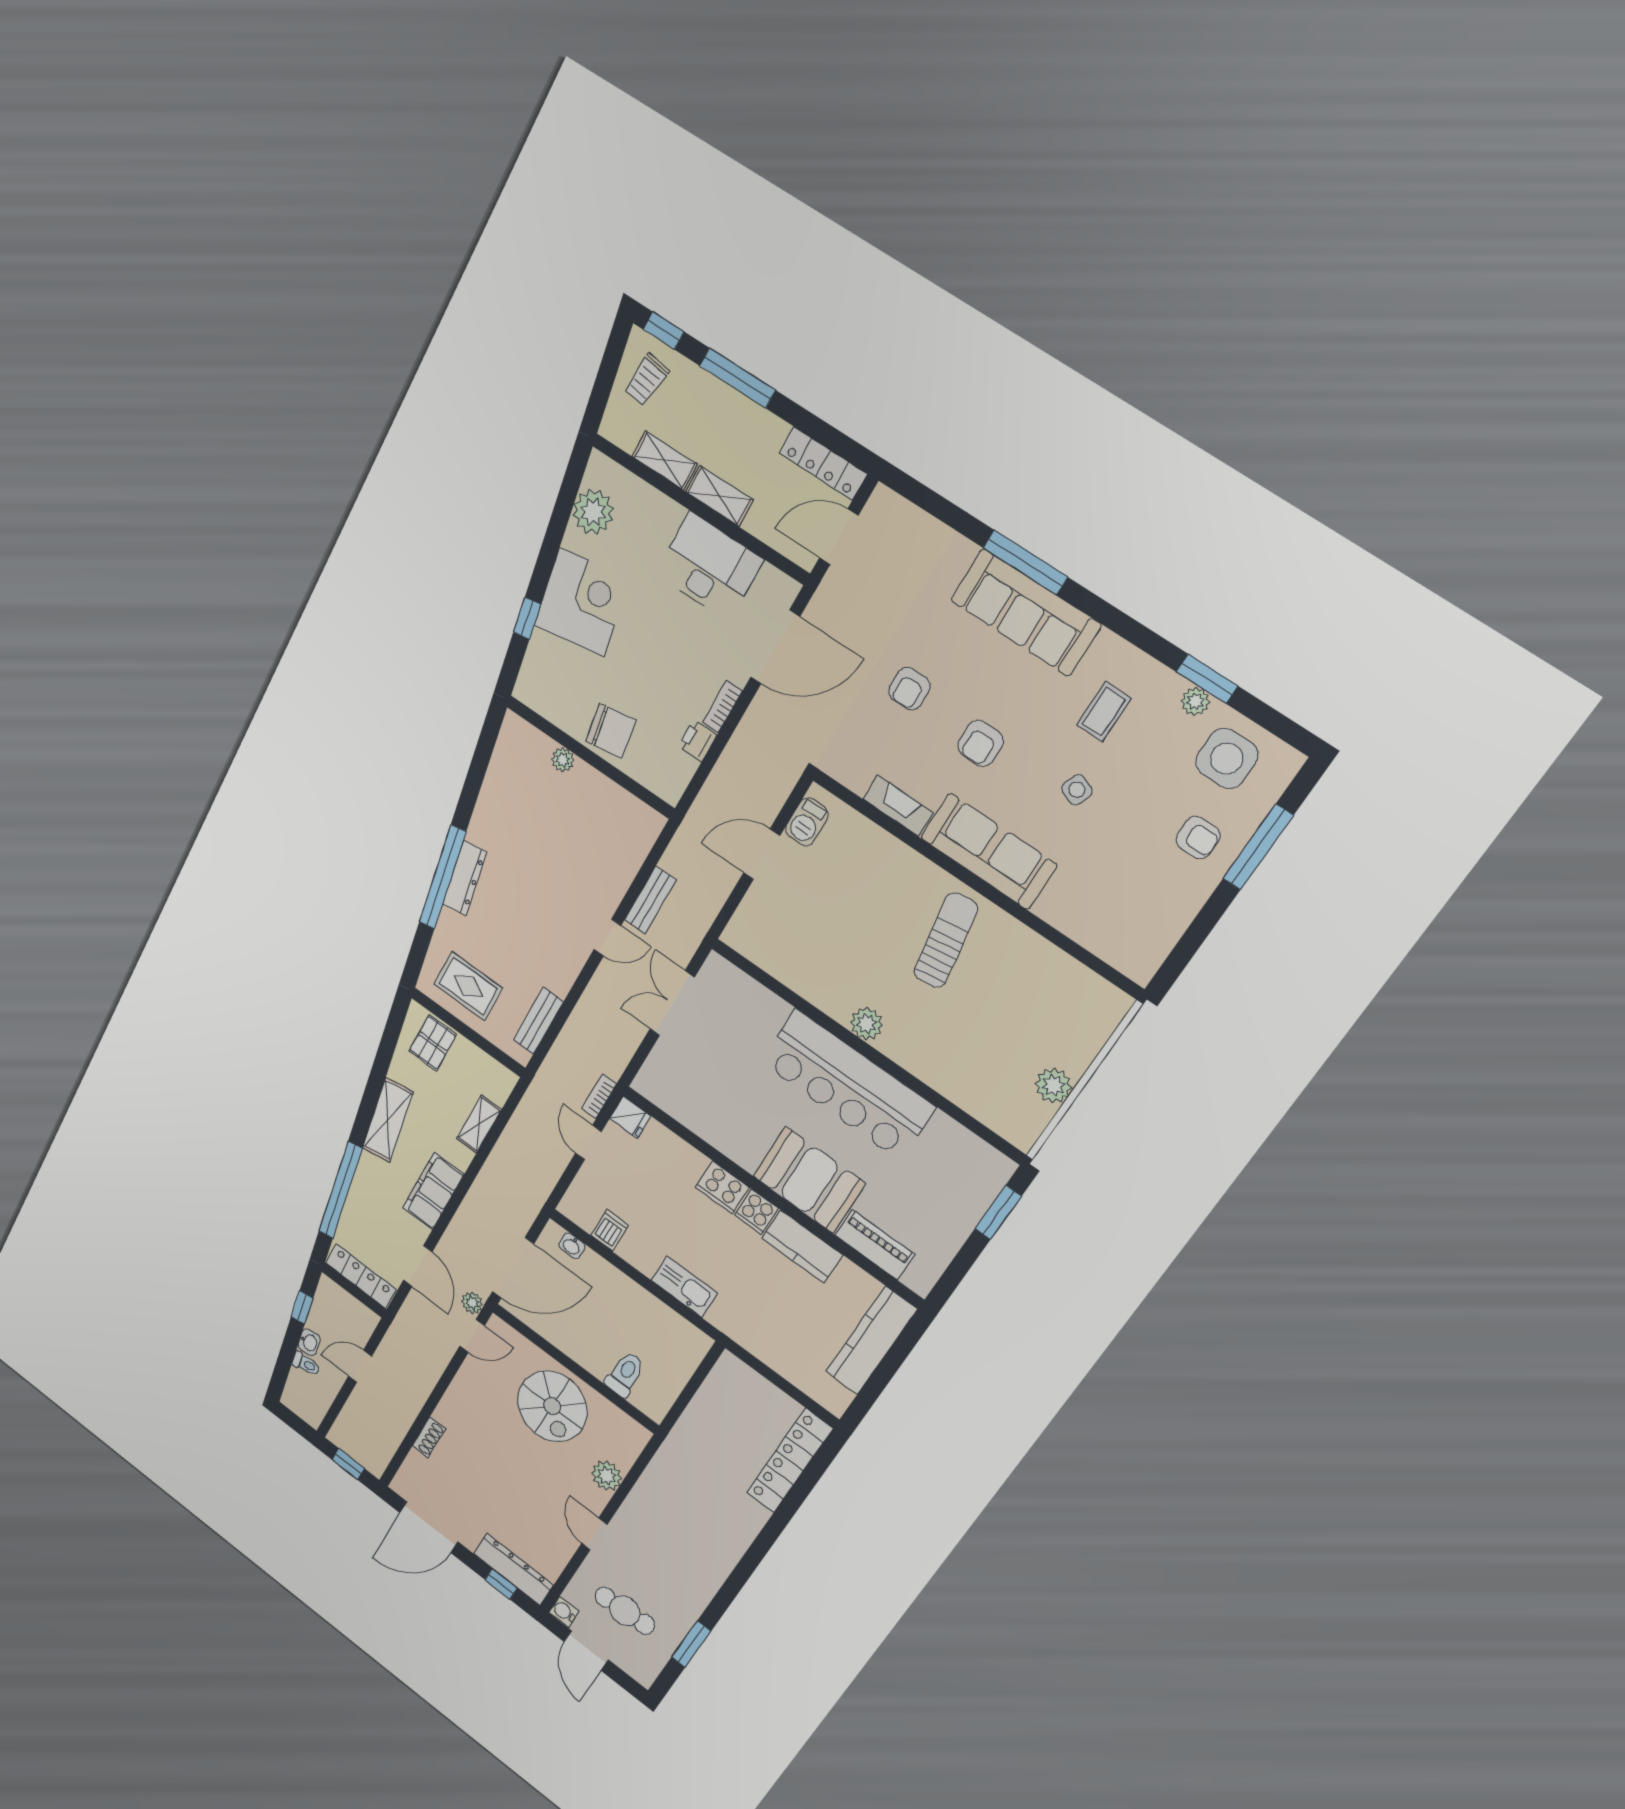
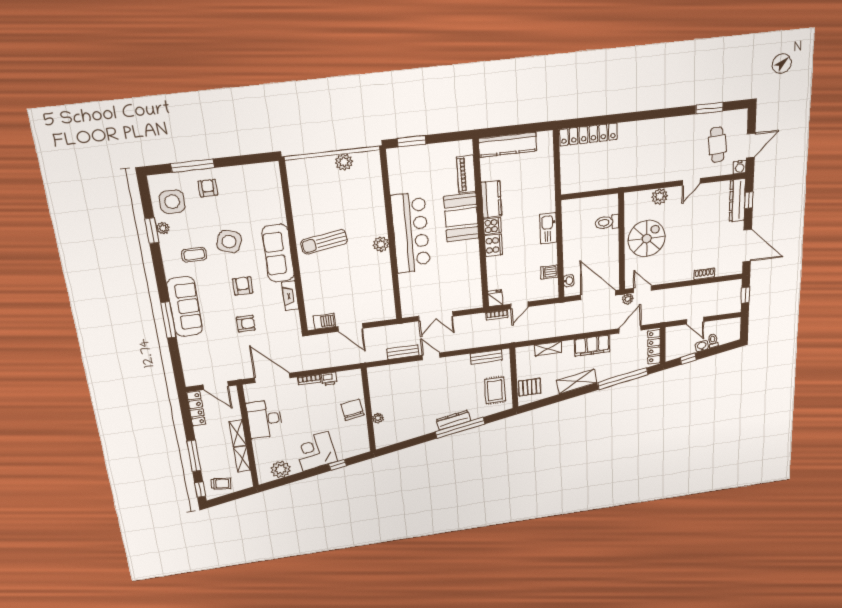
armchair: (981, 743) -> (243, 286), turned -90
side table: (1077, 790) -> (229, 242), width x1.87, depth x1.87

